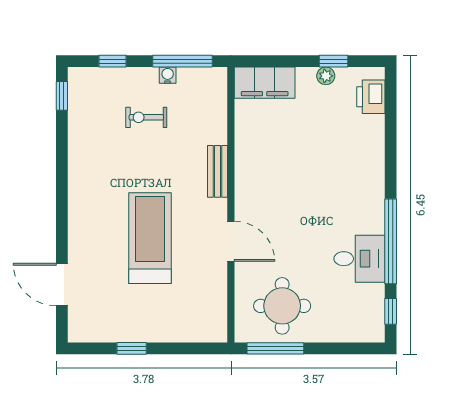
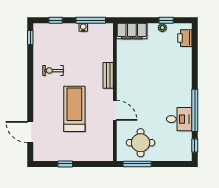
exercise bike: (146, 117) -> (53, 71), moved

